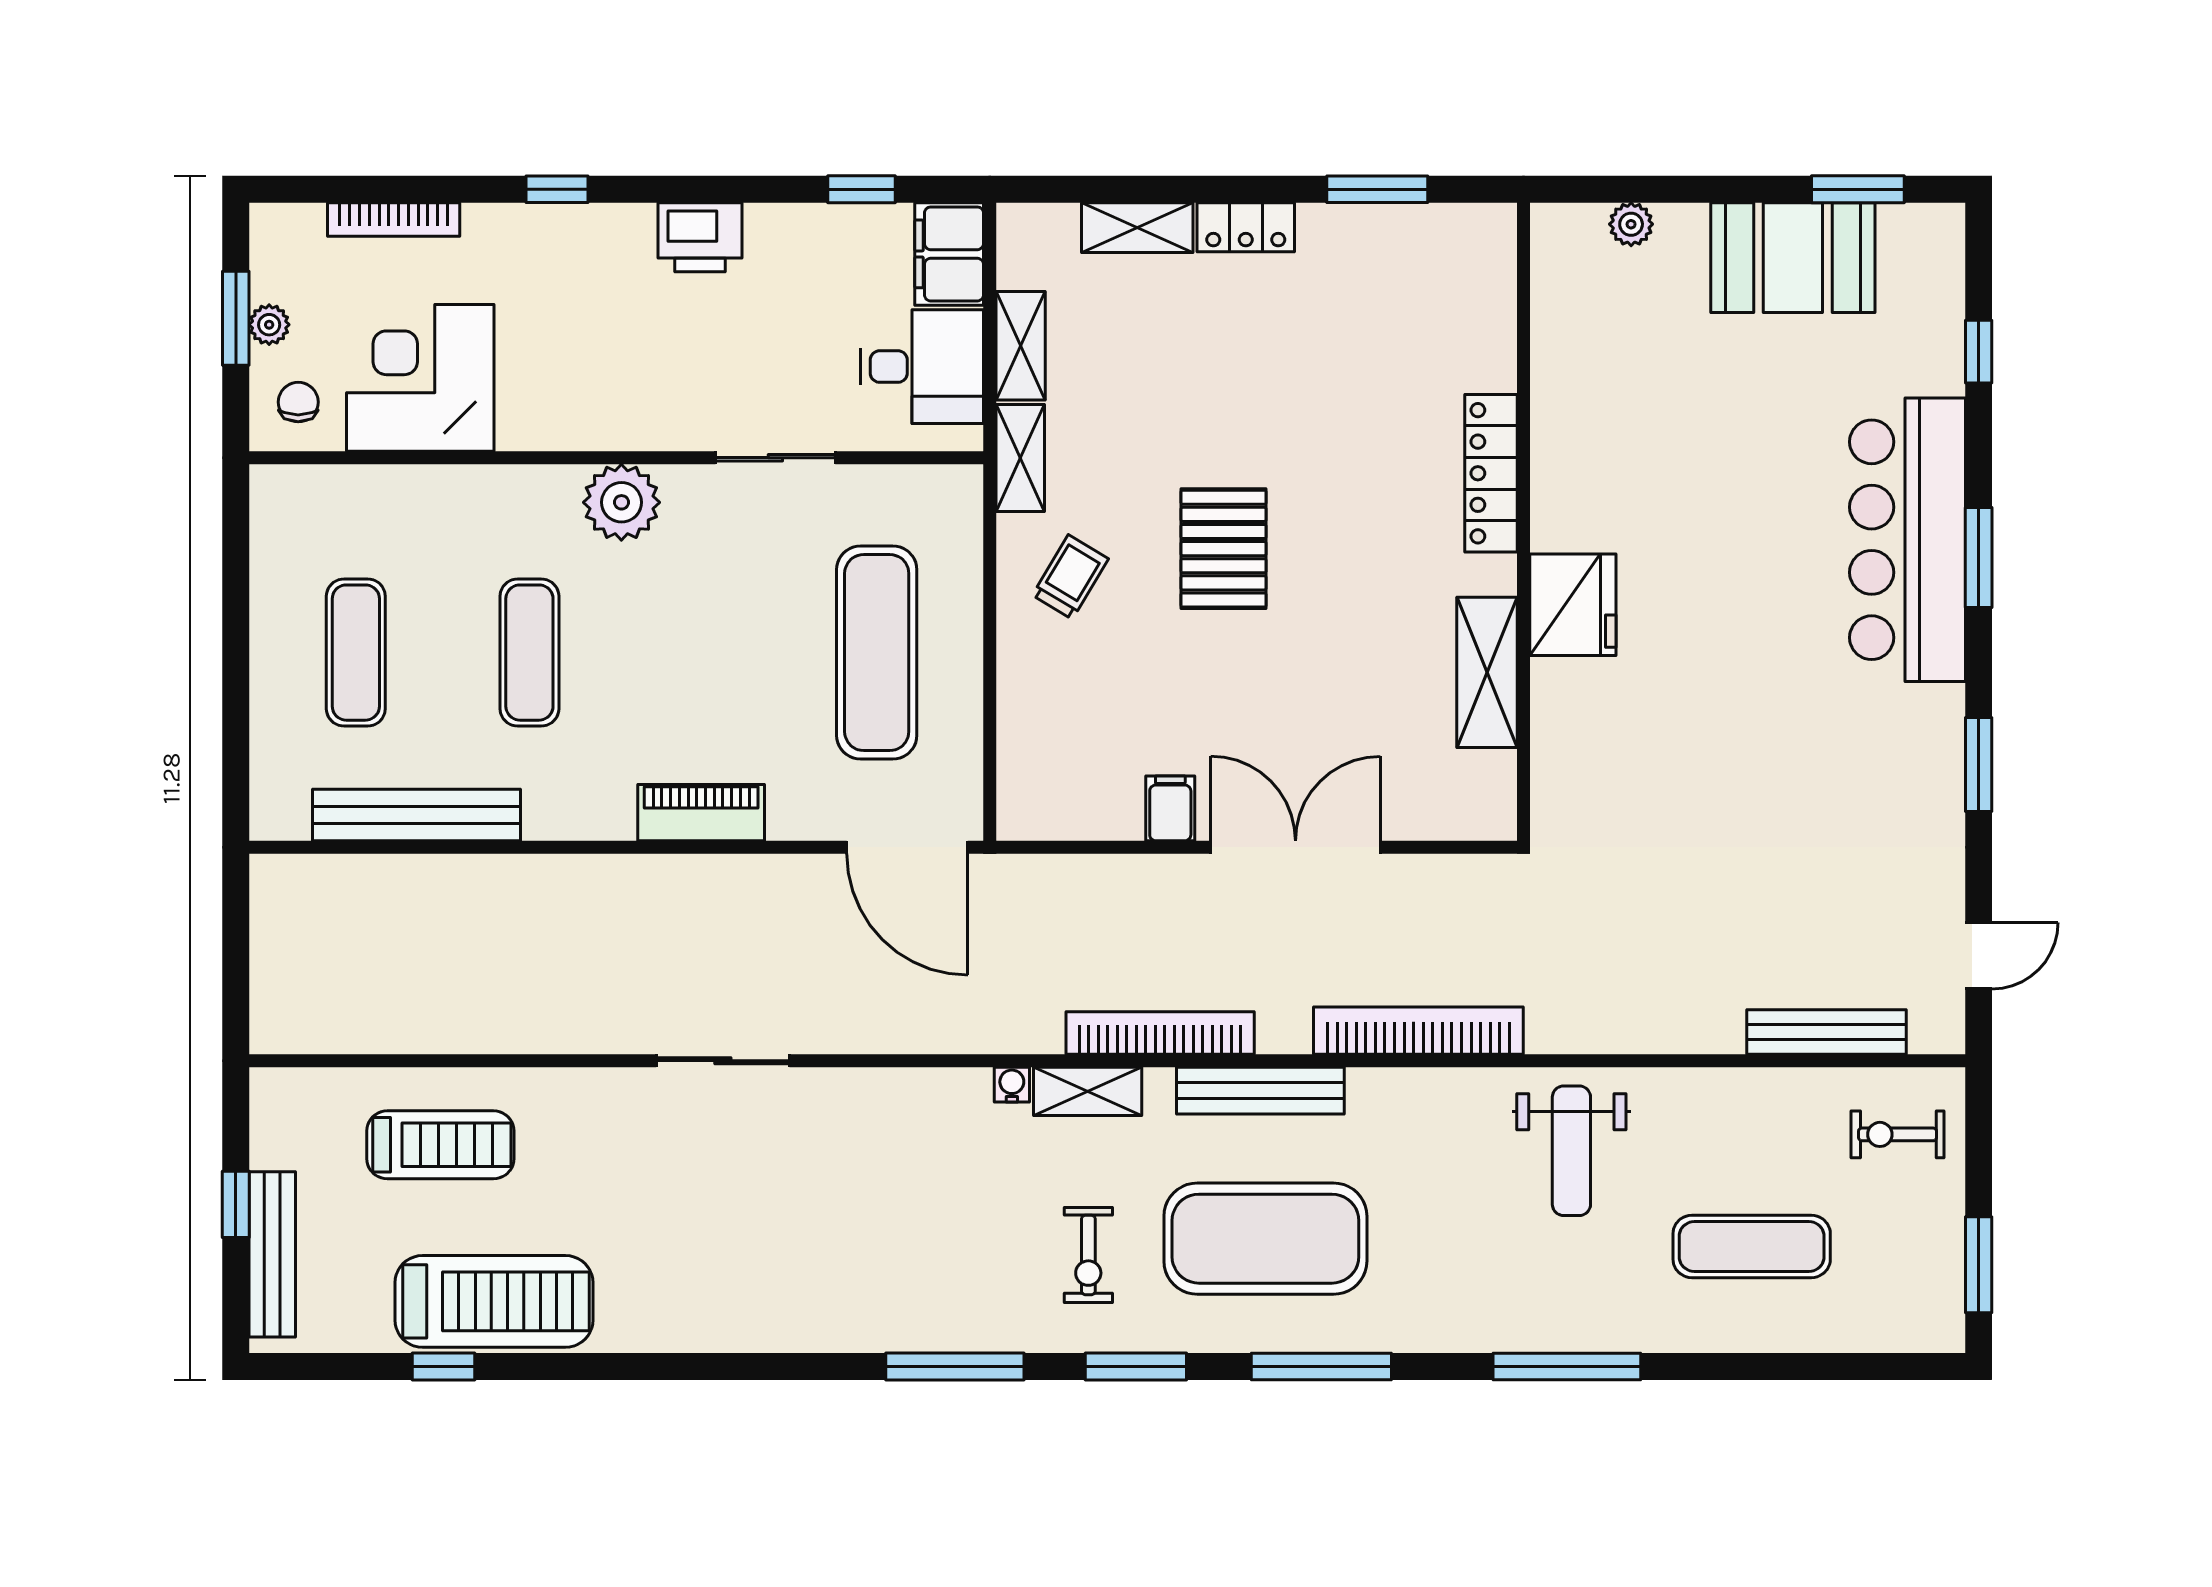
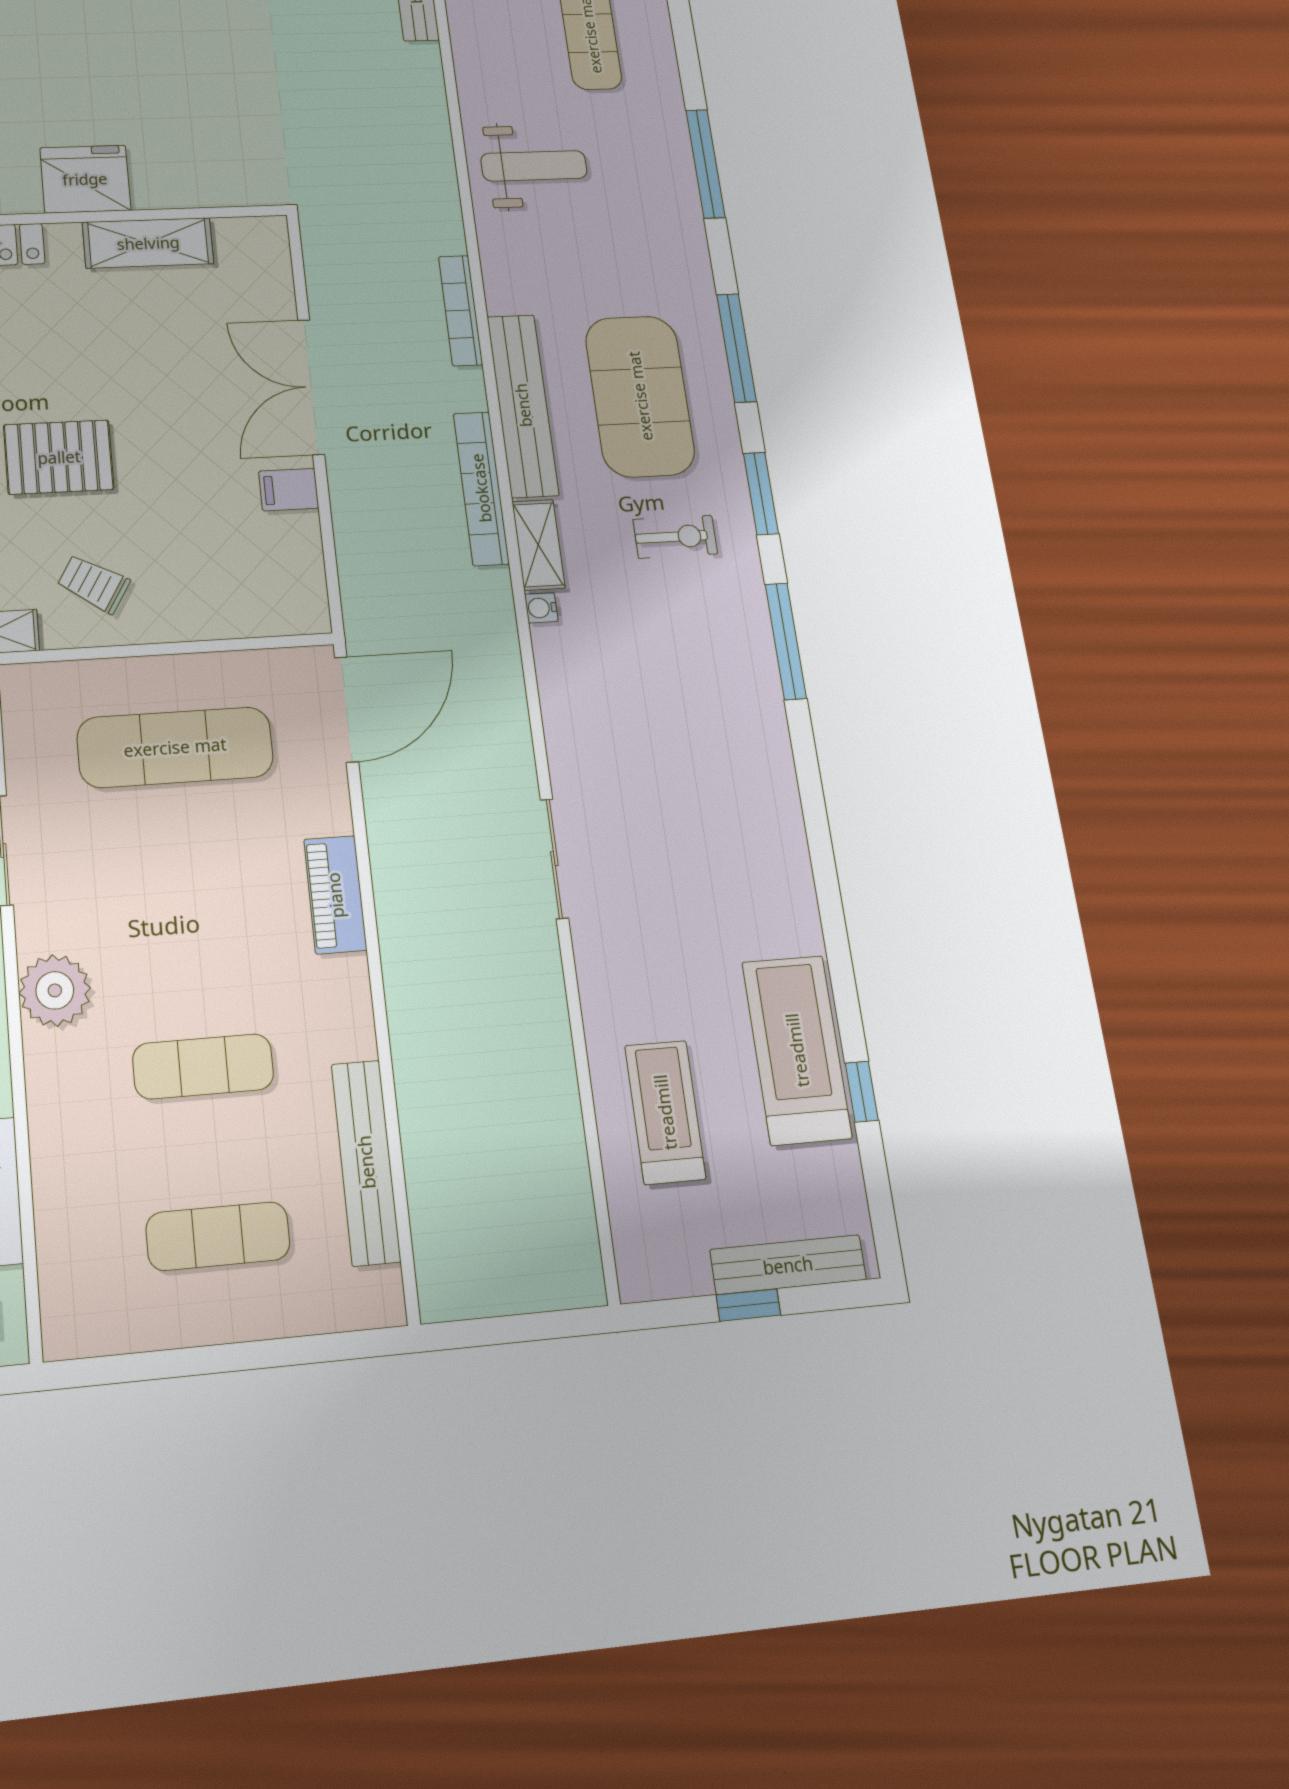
bookcase: (1418, 1031) -> (460, 310), width x0.68, depth x0.76
bench: (1260, 1091) -> (523, 405), width x1.37, depth x1.21

